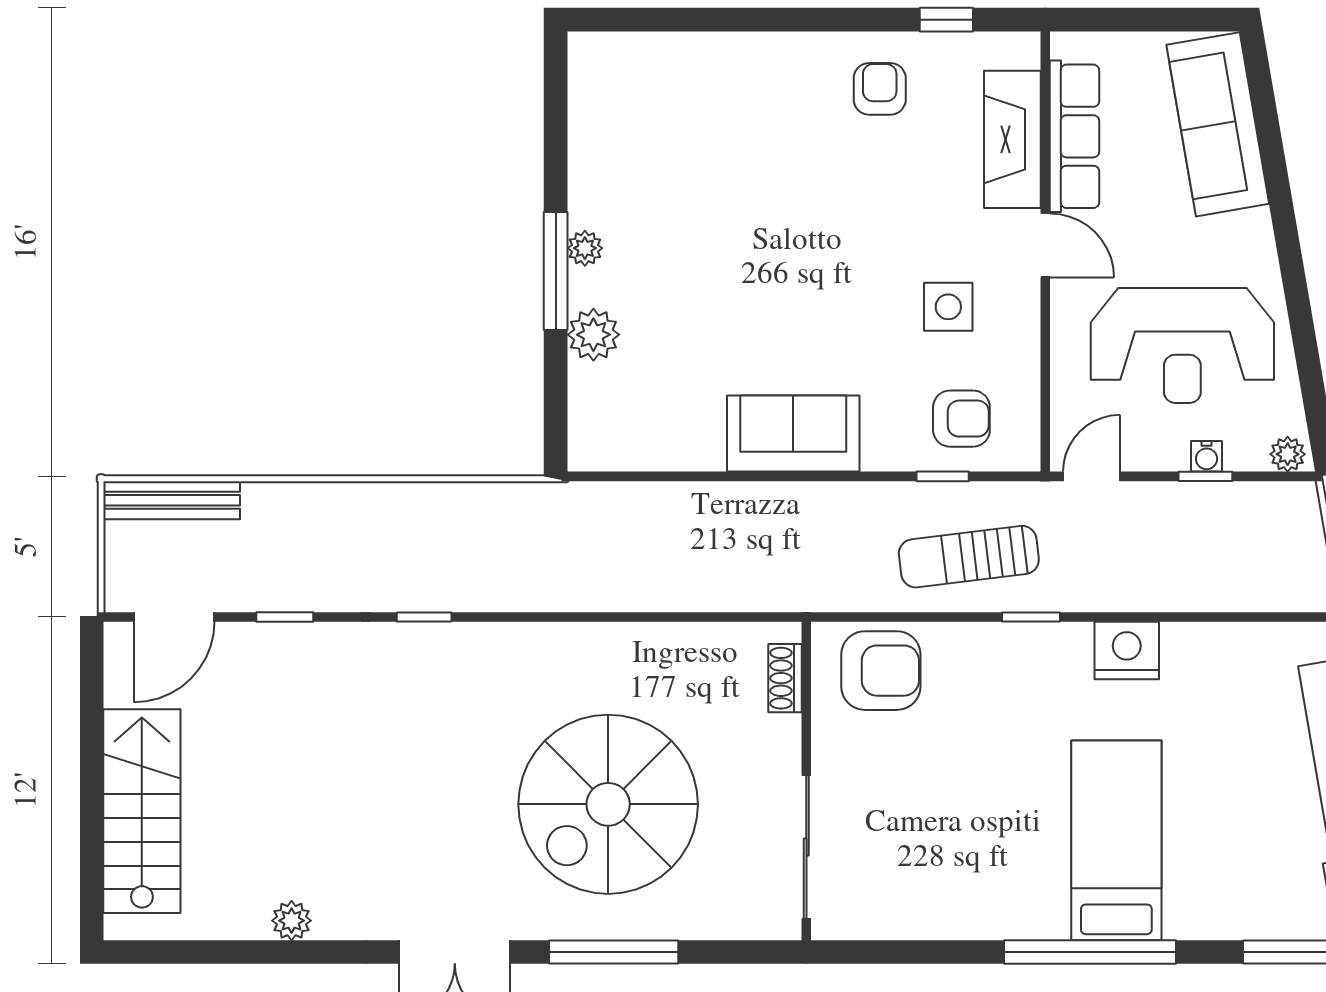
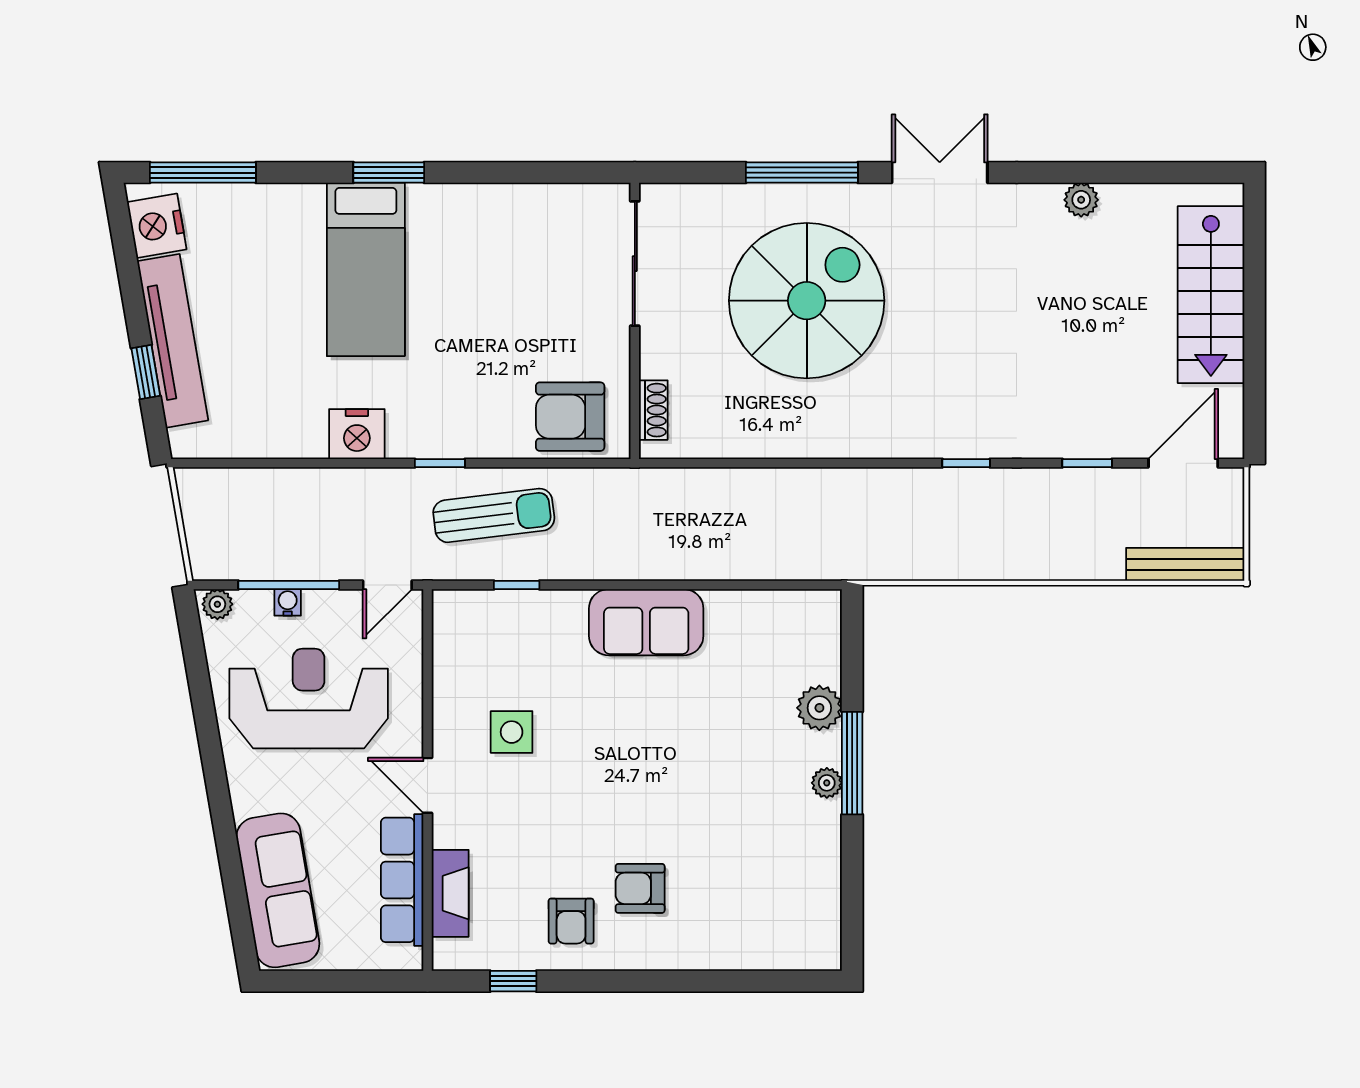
fireplace: (1012, 139) -> (450, 893), width x0.73, depth x0.76
armchair: (961, 419) -> (640, 888), moved
window: (1205, 476) -> (289, 585), width x2.17
window: (1090, 952) -> (389, 173), width x0.47

